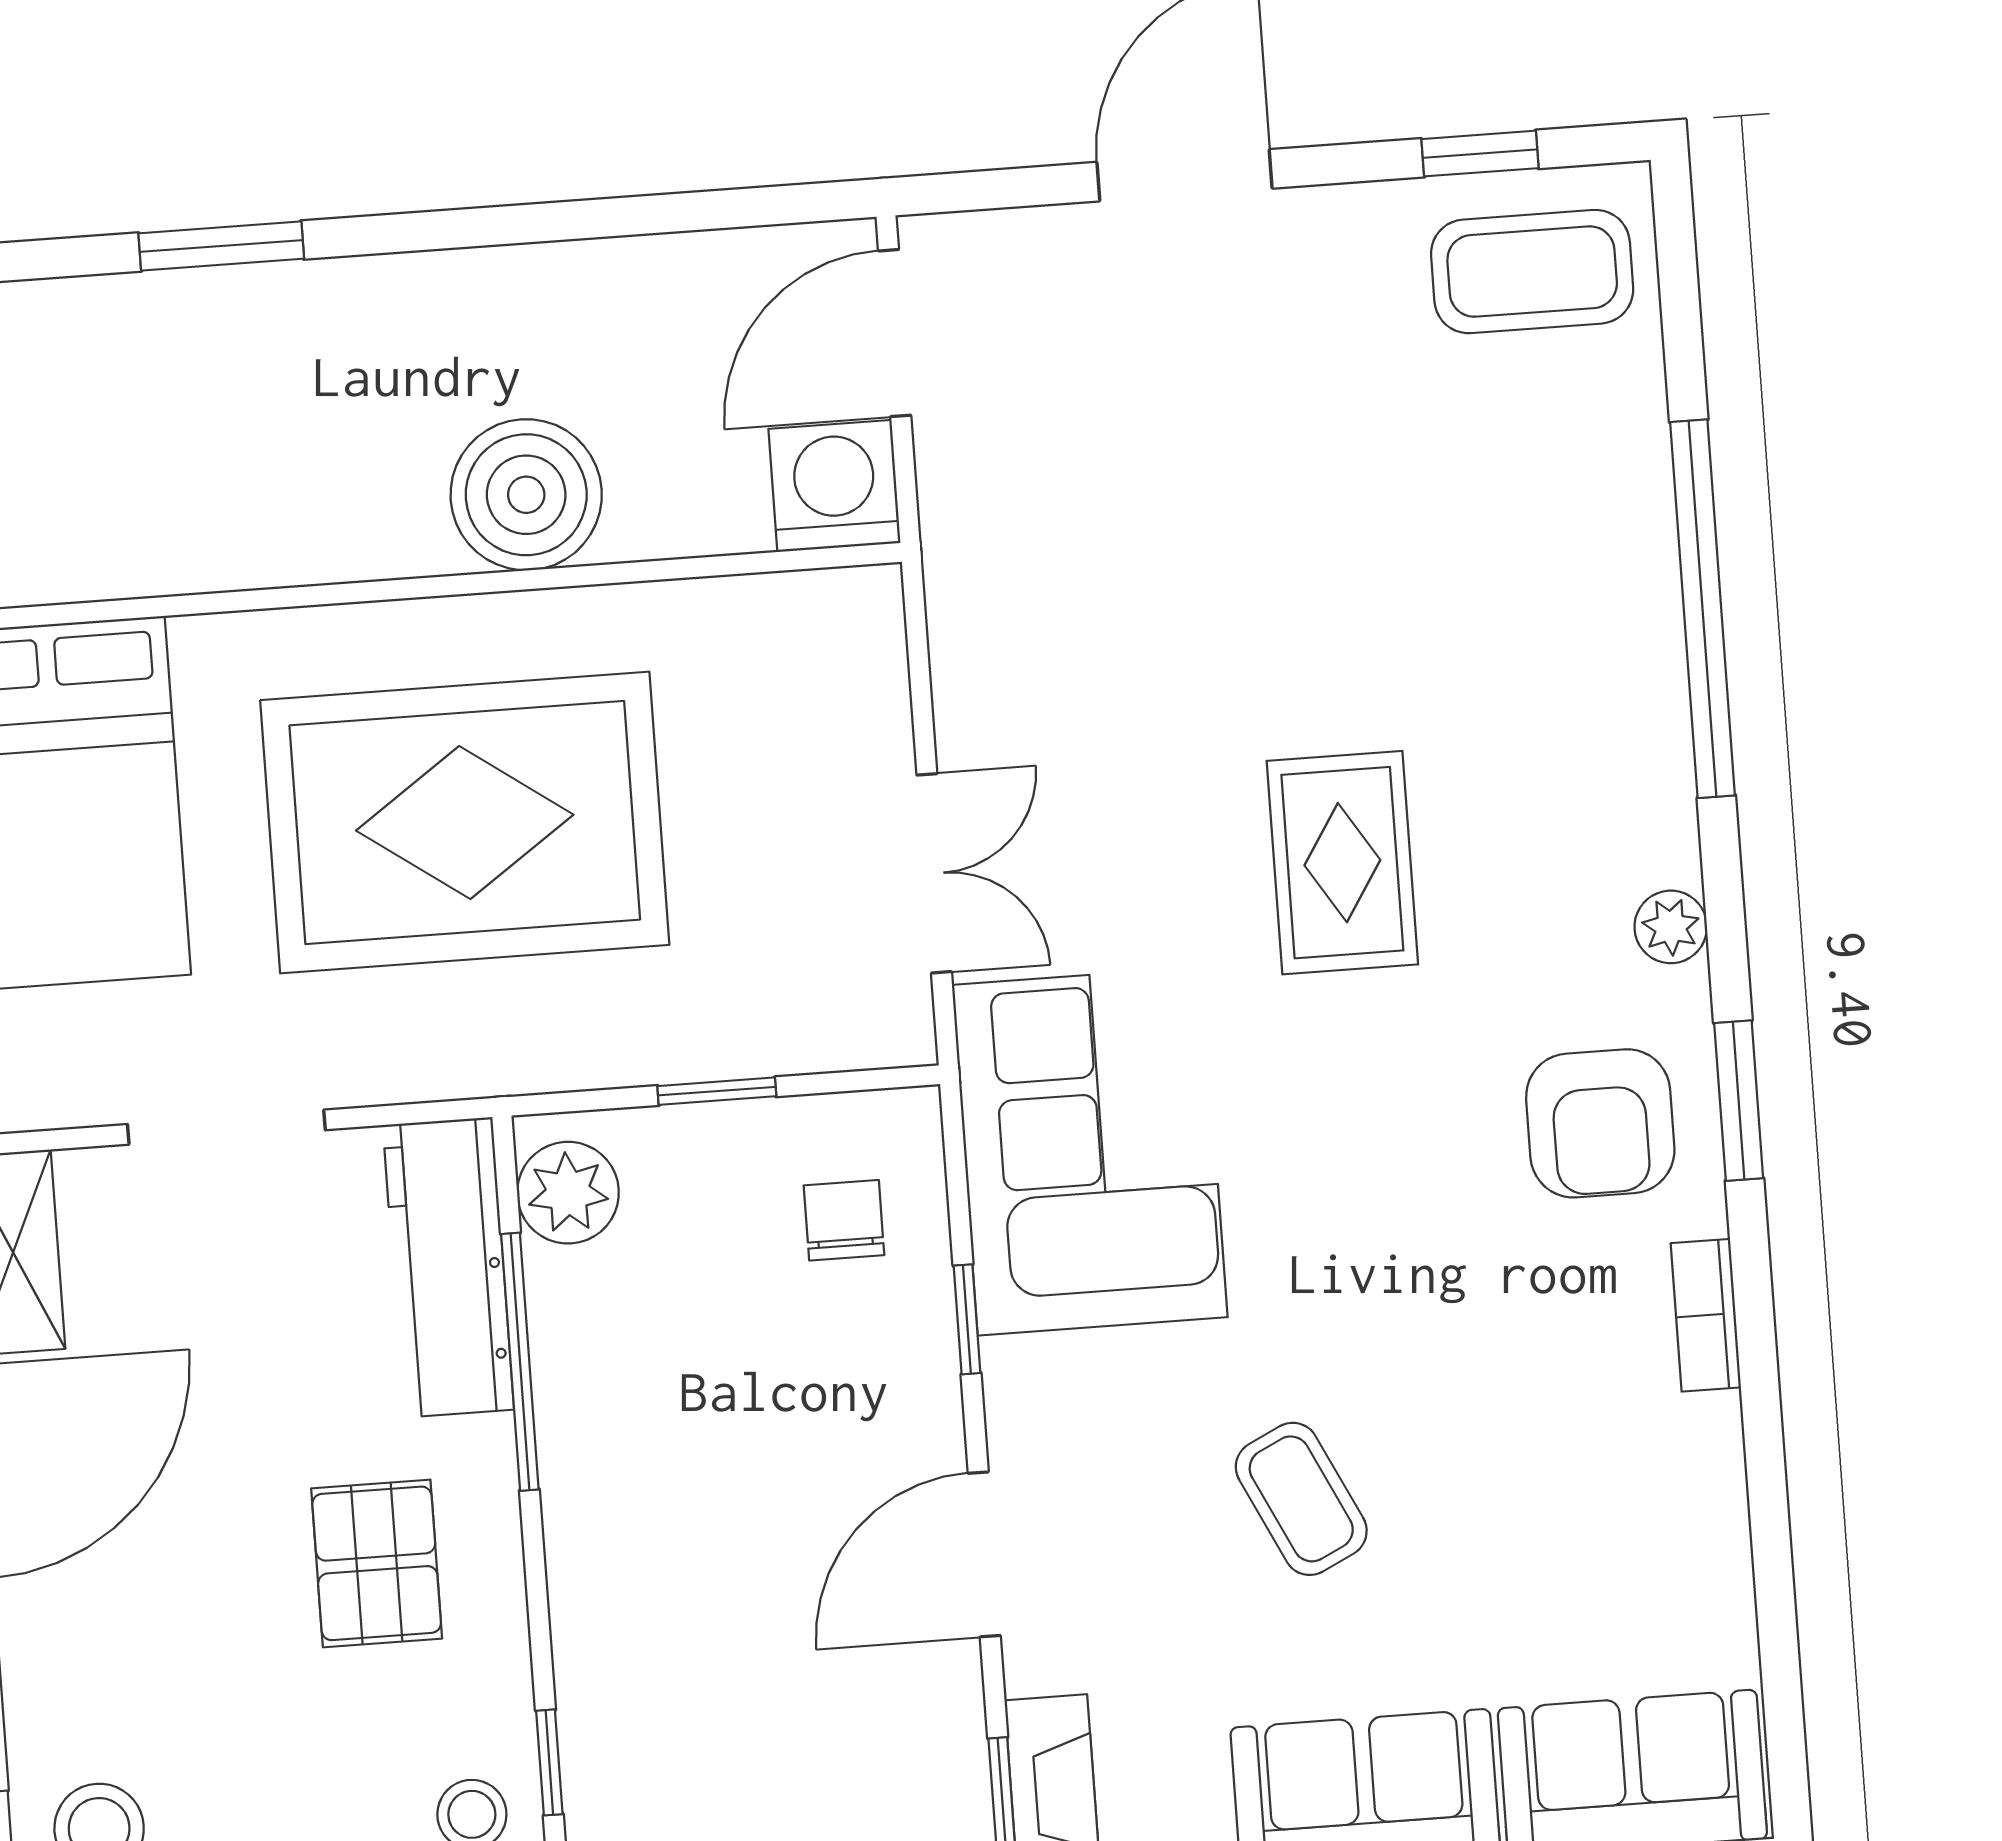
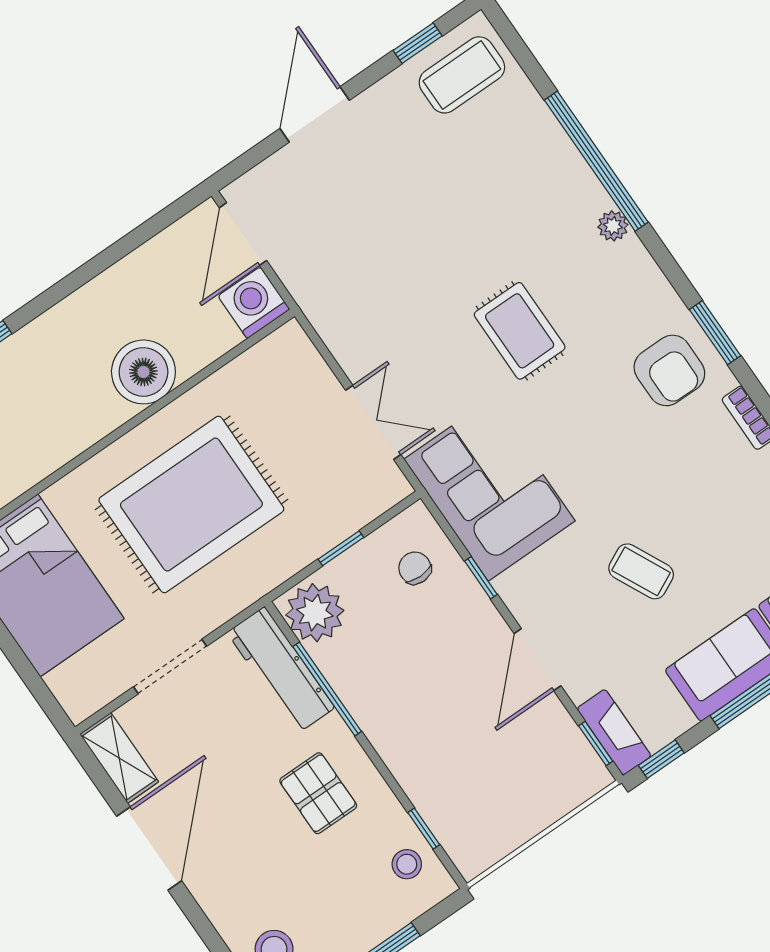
plant: (1671, 927) -> (613, 226), moved
plant: (568, 1193) -> (315, 613), width x1.36, depth x1.36

